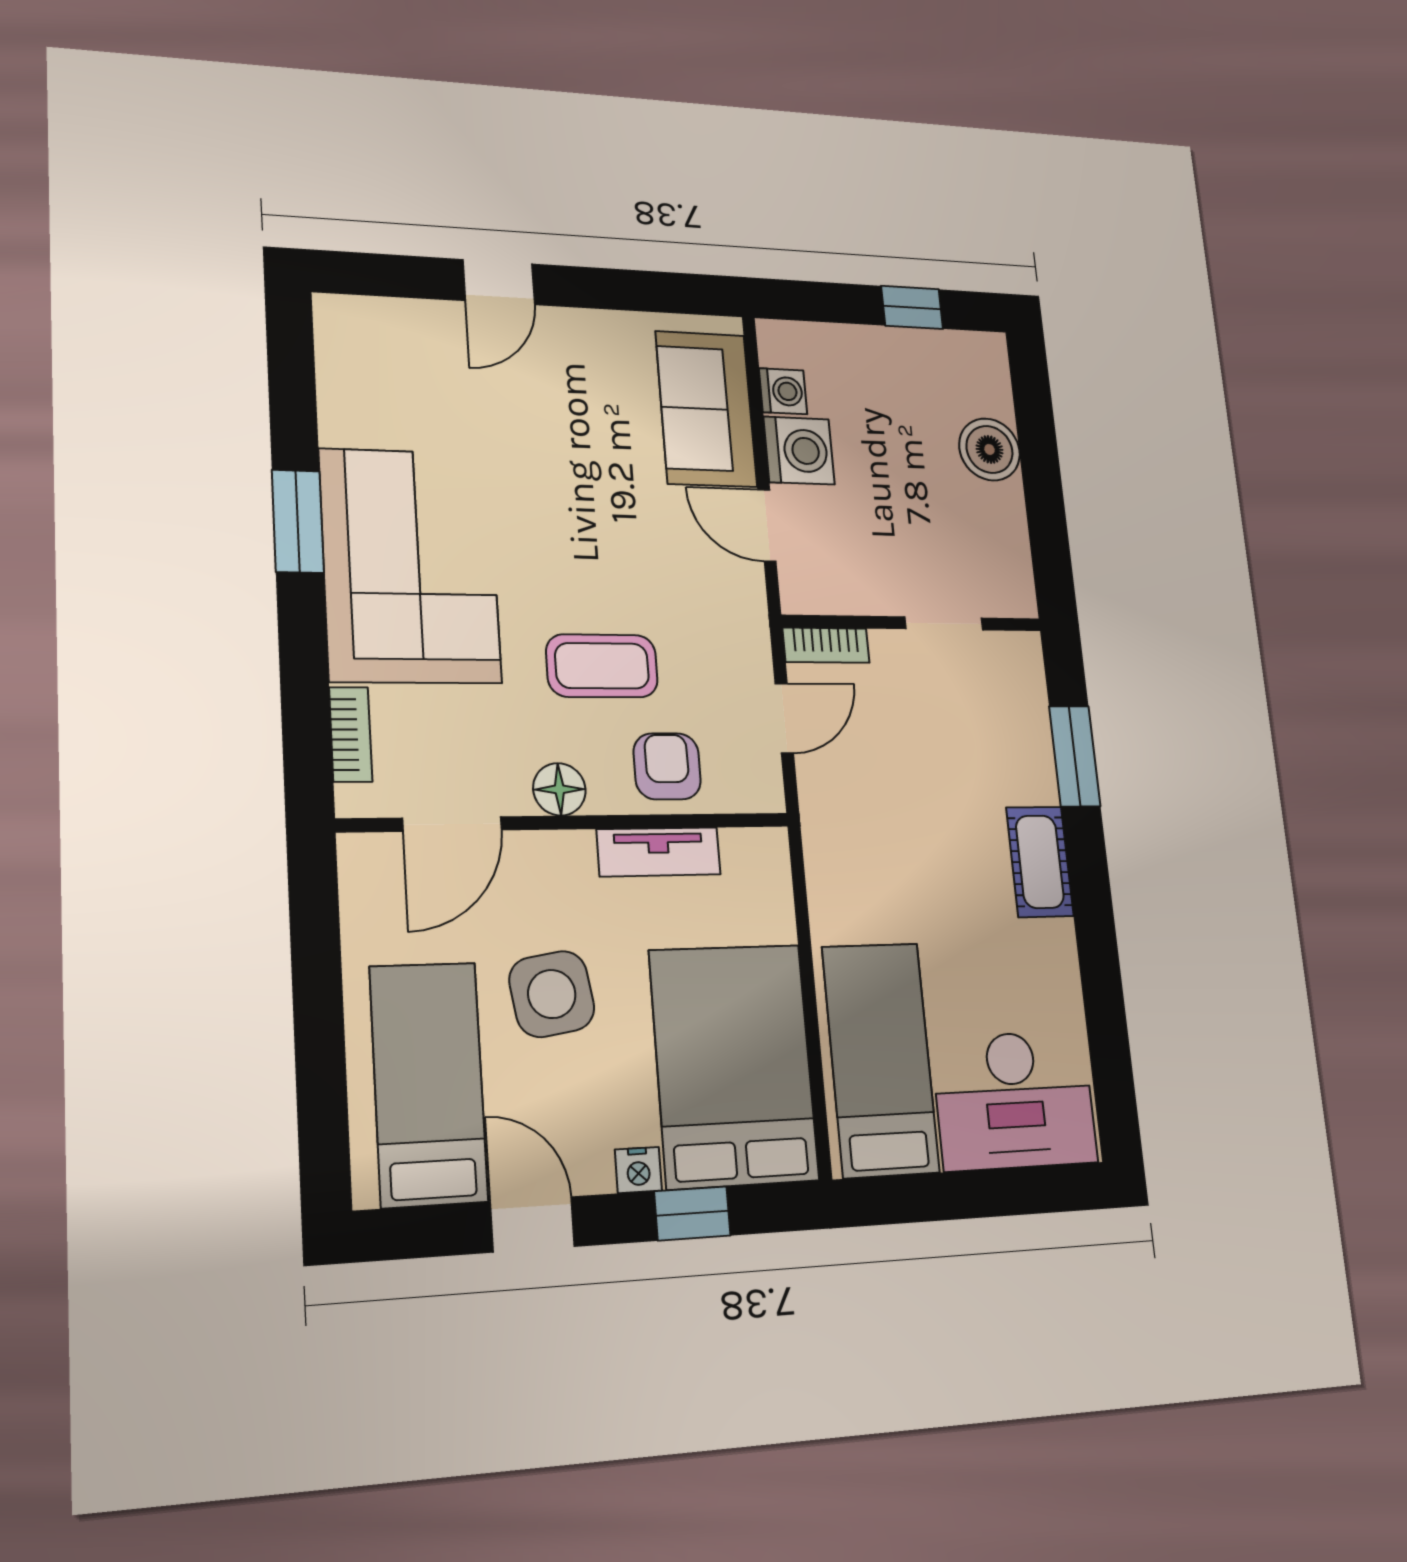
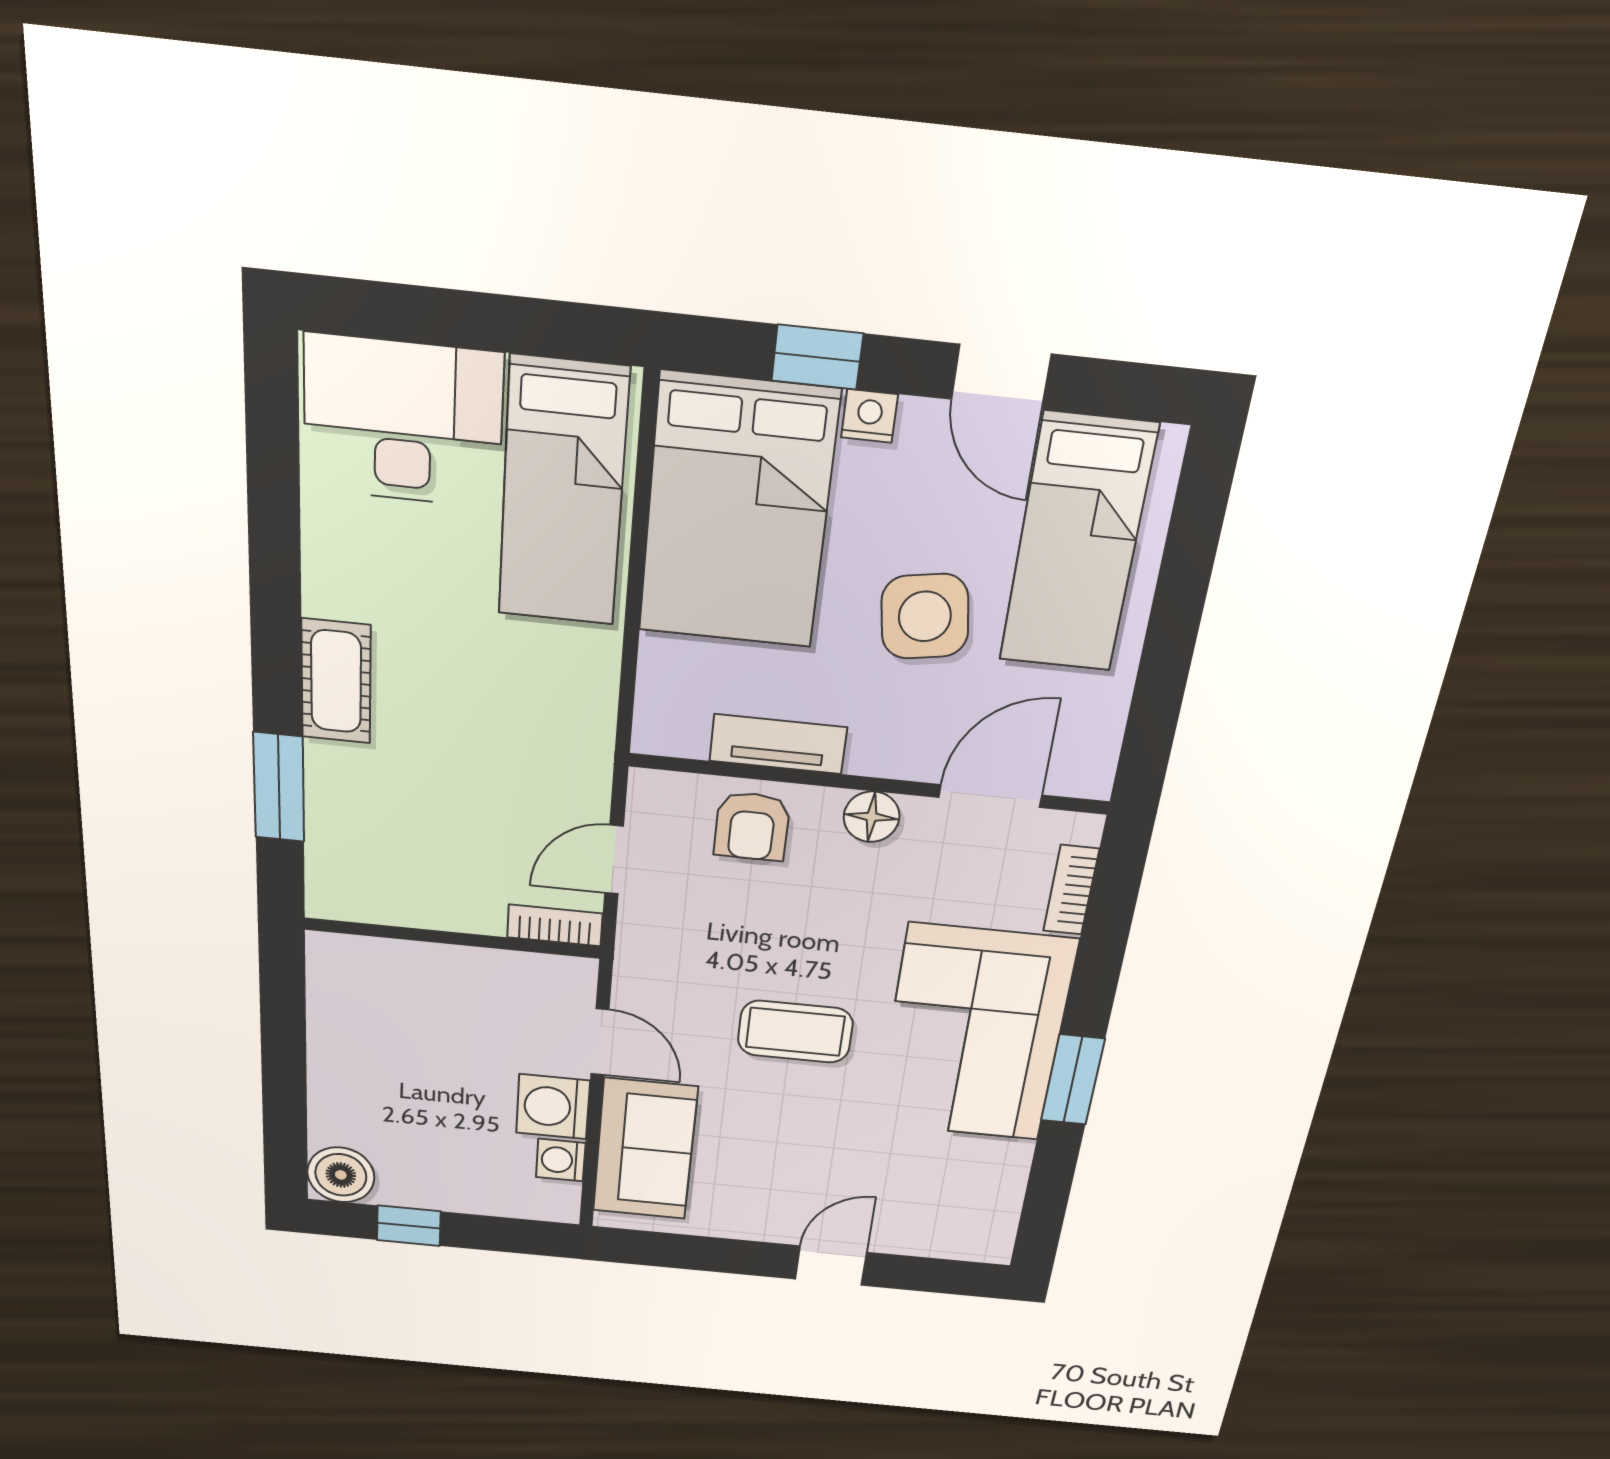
boiler: (990, 449) -> (341, 1175), moved
doorway: (944, 623) -> (417, 935), removed
coffee table: (602, 666) -> (795, 1032), moved

